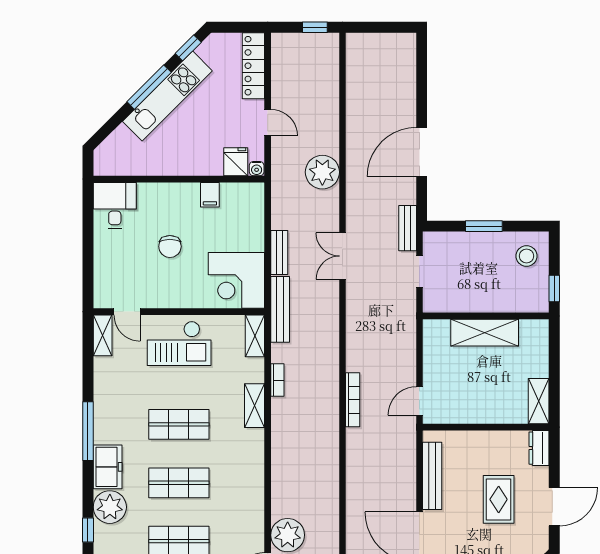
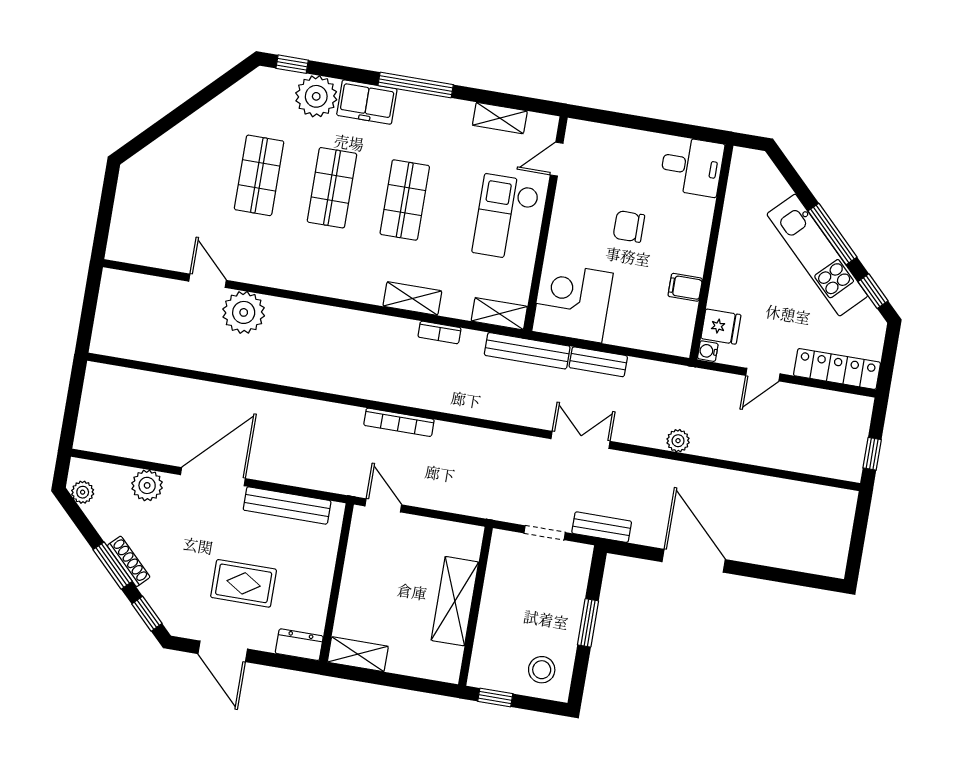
plant: (322, 172) -> (678, 441), width x0.53, depth x0.53
shelving: (103, 335) -> (500, 118), moved

